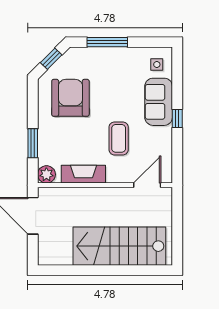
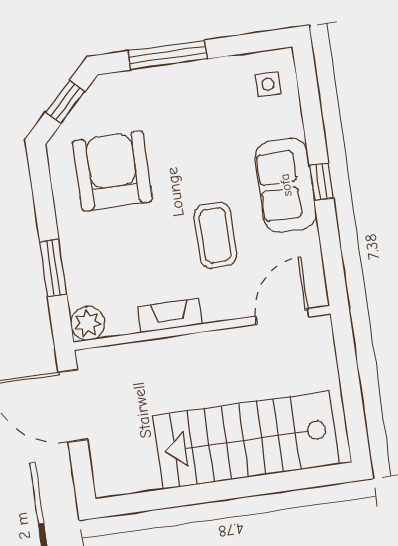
sofa: (159, 102) -> (286, 185), moved
fireplace: (83, 174) -> (170, 315), width x0.73, depth x0.76

